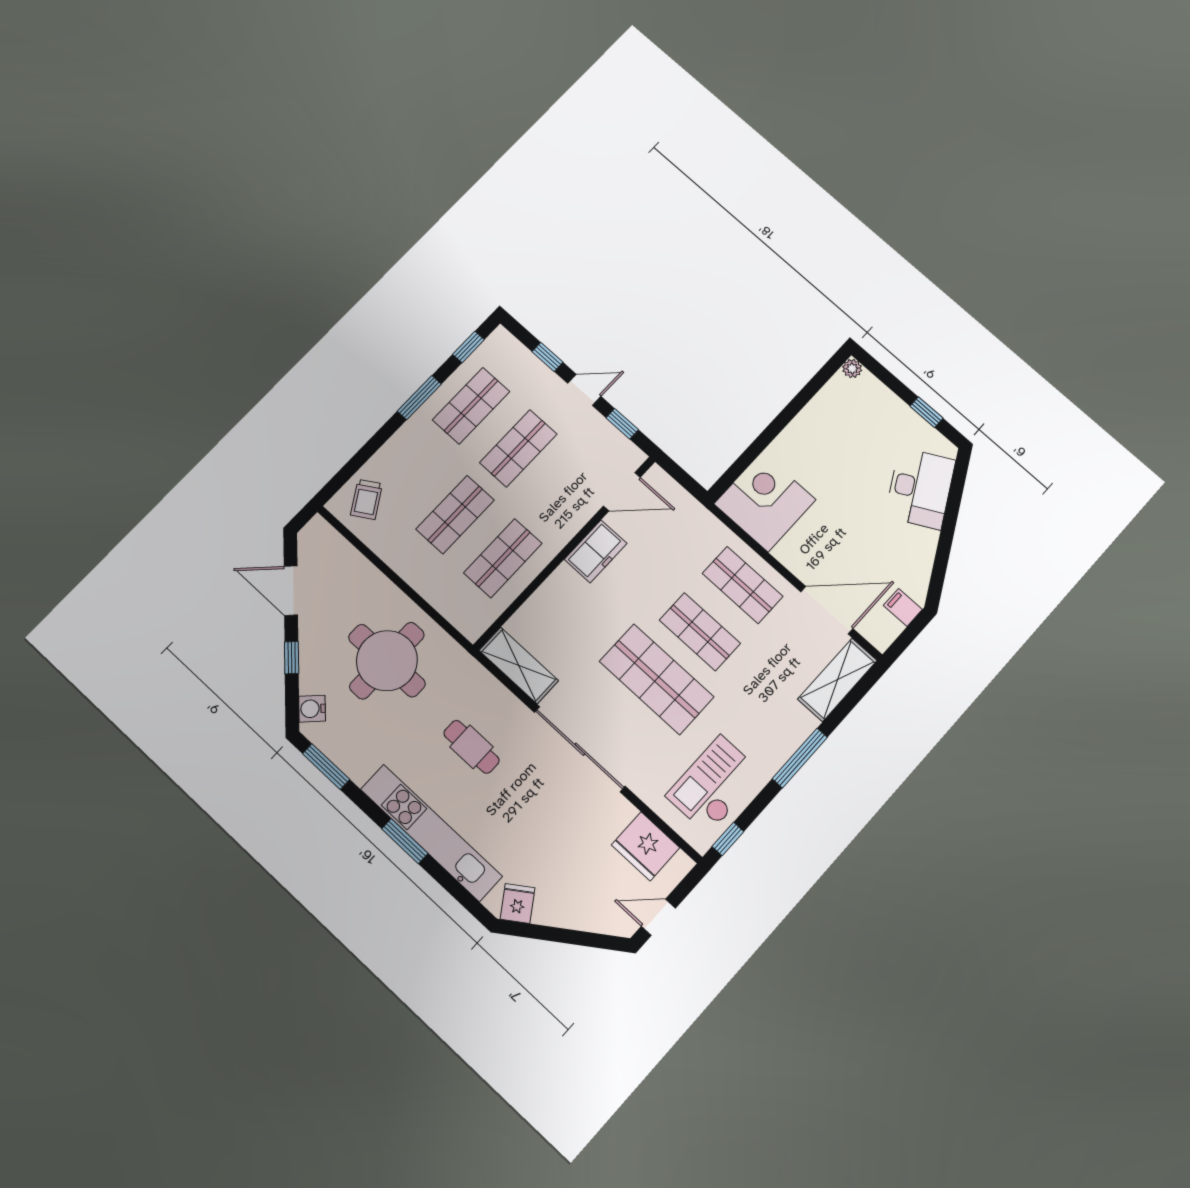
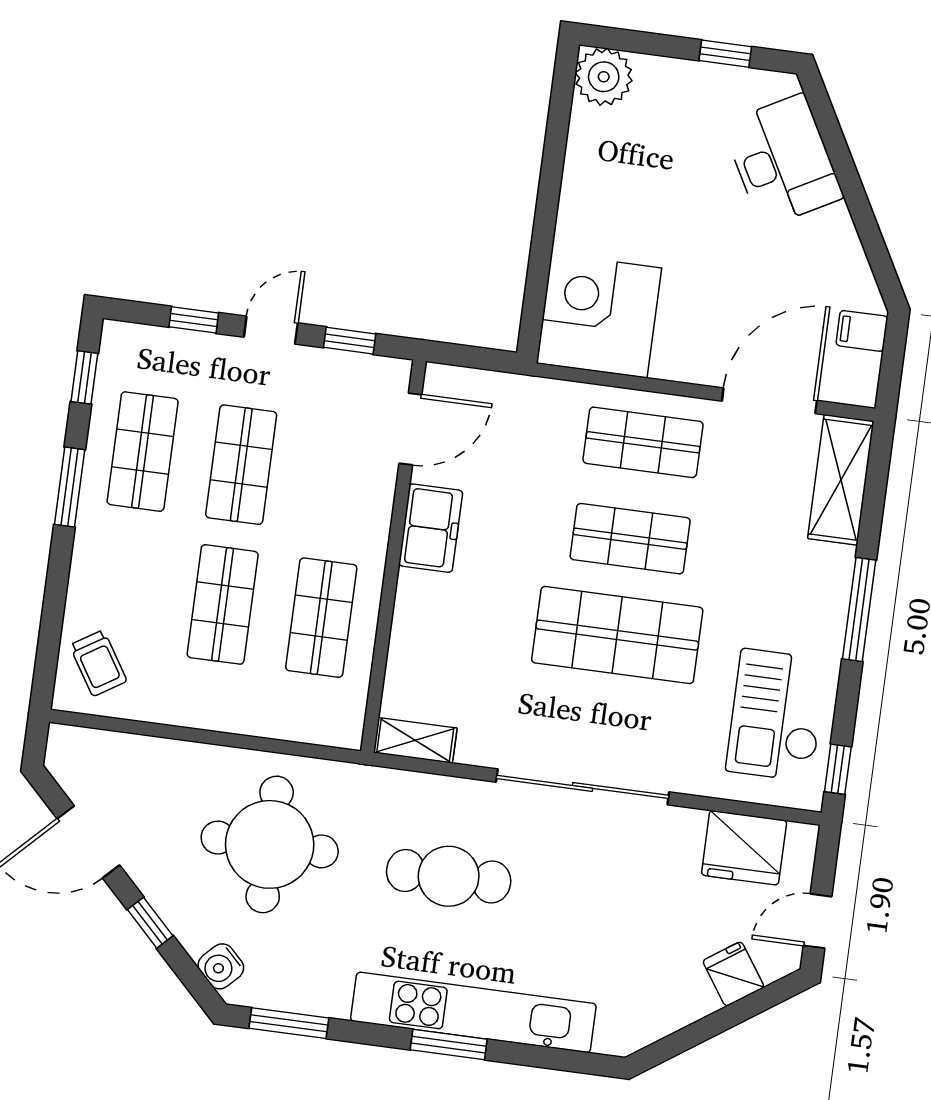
plant: (852, 368) -> (604, 77), width x1.87, depth x1.87
shelving: (519, 665) -> (415, 740), width x0.67, depth x0.75
cafe table: (471, 747) -> (449, 876), width x1.37, depth x1.35
fridge: (518, 903) -> (733, 974), moved

